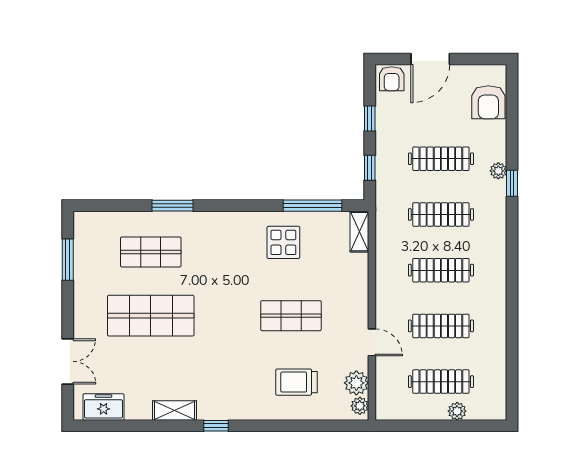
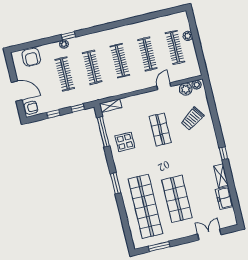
armchair: (488, 102) -> (31, 57), turned 90
window: (173, 206) -> (116, 183), moved
shop shelf: (151, 252) -> (145, 206), width x2.00, depth x1.36
trolley: (297, 382) -> (192, 119), turned 55
freezer: (103, 407) -> (224, 198), moved

